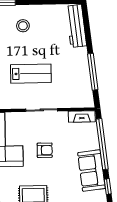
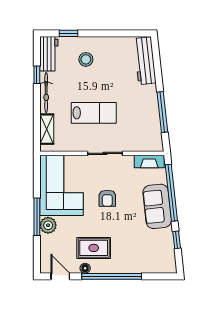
armchair: (45, 150) -> (107, 198), turned 90
sofa: (91, 171) -> (157, 206), moved

